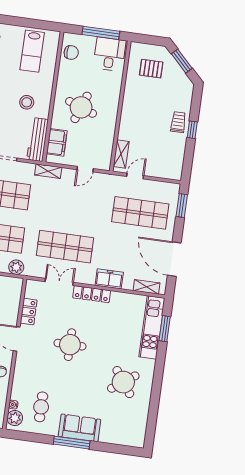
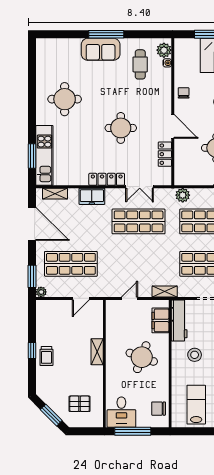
shelving: (121, 154) -> (97, 352), moved
plant: (175, 188) -> (41, 292), added
round table: (123, 382) -> (65, 99), turned 36

